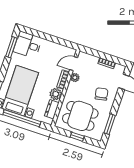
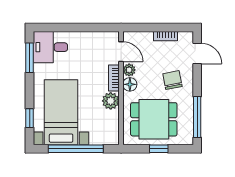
door: (74, 64) -> (121, 52), swing flipped
floor lamp: (72, 87) -> (130, 84), added
dresser: (52, 109) -> (112, 123), removed
window: (110, 124) -> (197, 117), width x1.44

